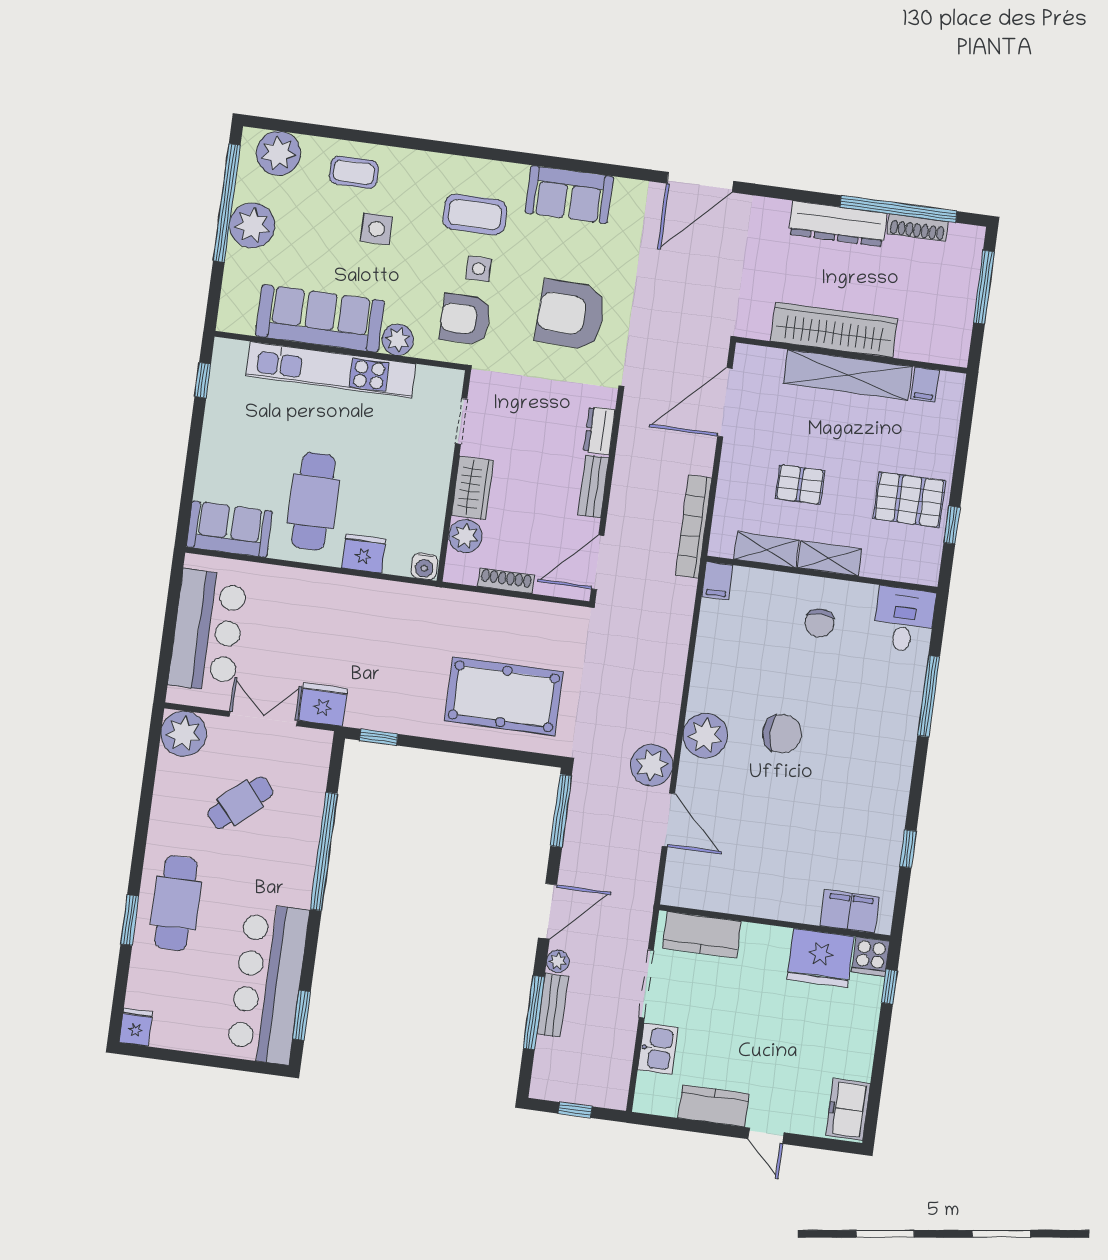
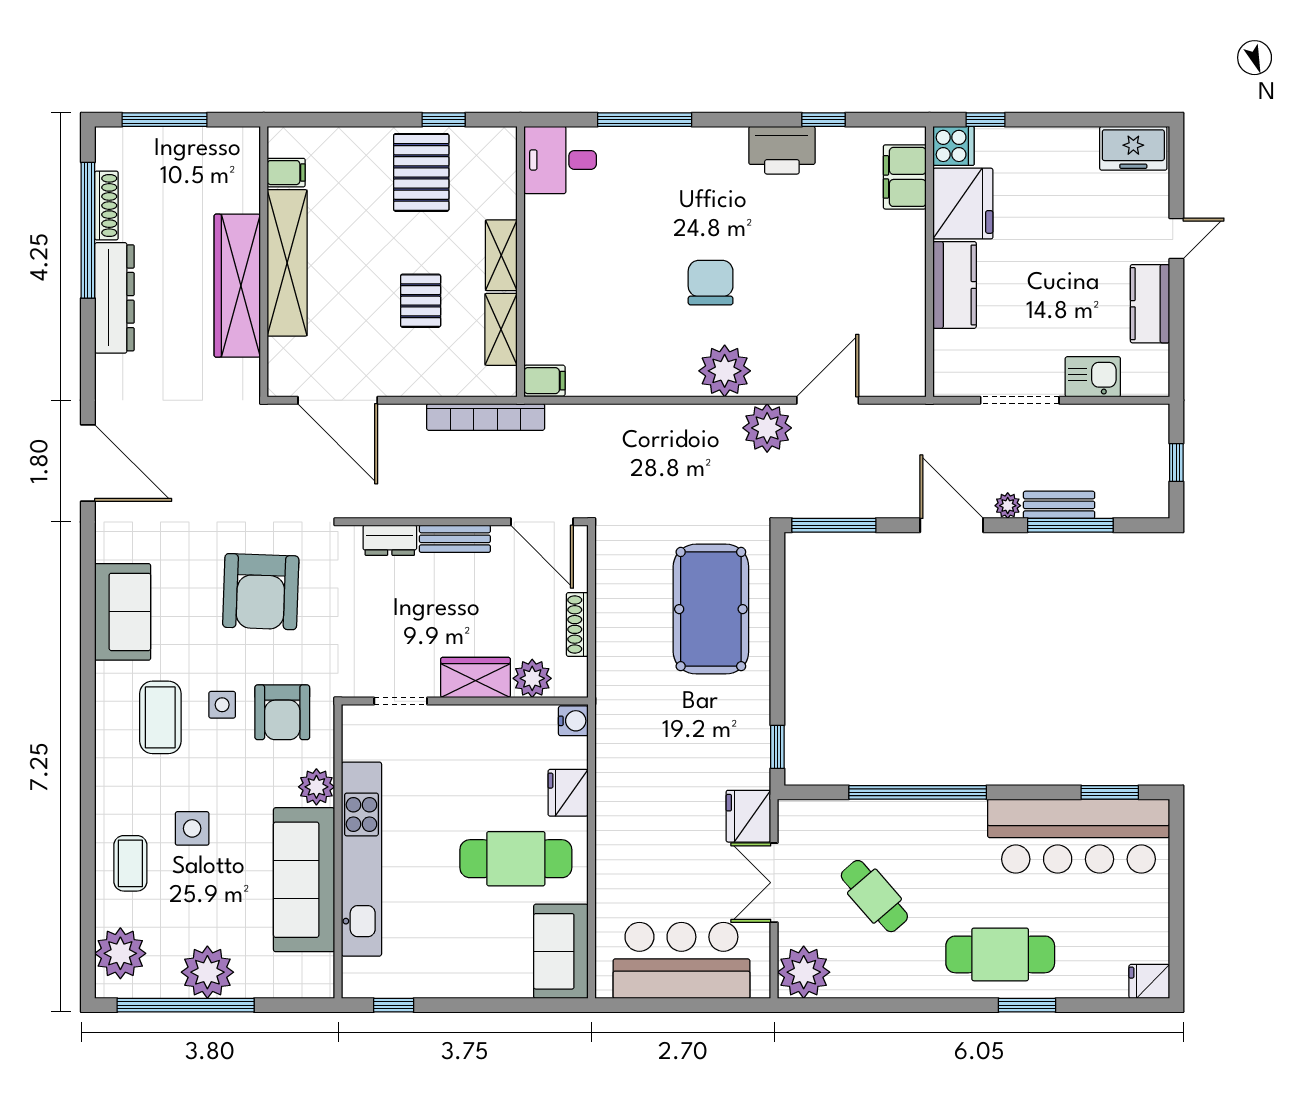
chair: (819, 623) -> (577, 257), removed
printer: (887, 810) -> (782, 150), added
kitchen counter: (702, 935) -> (955, 285), moved

